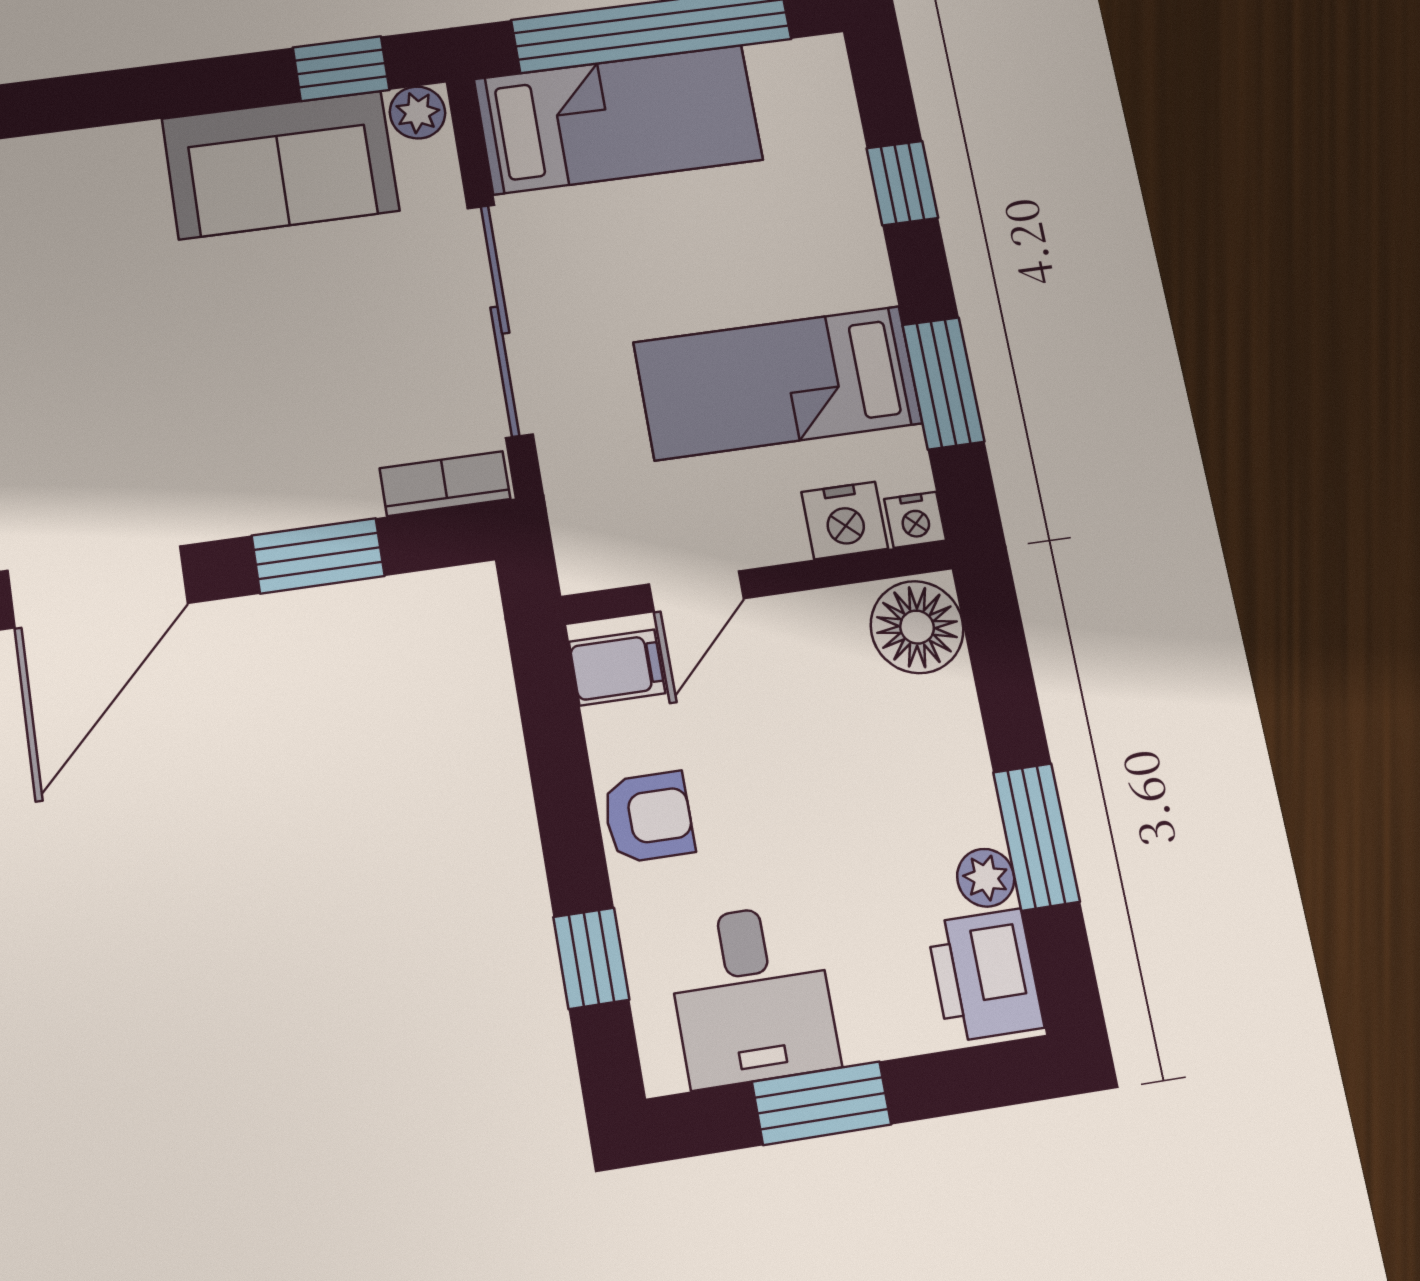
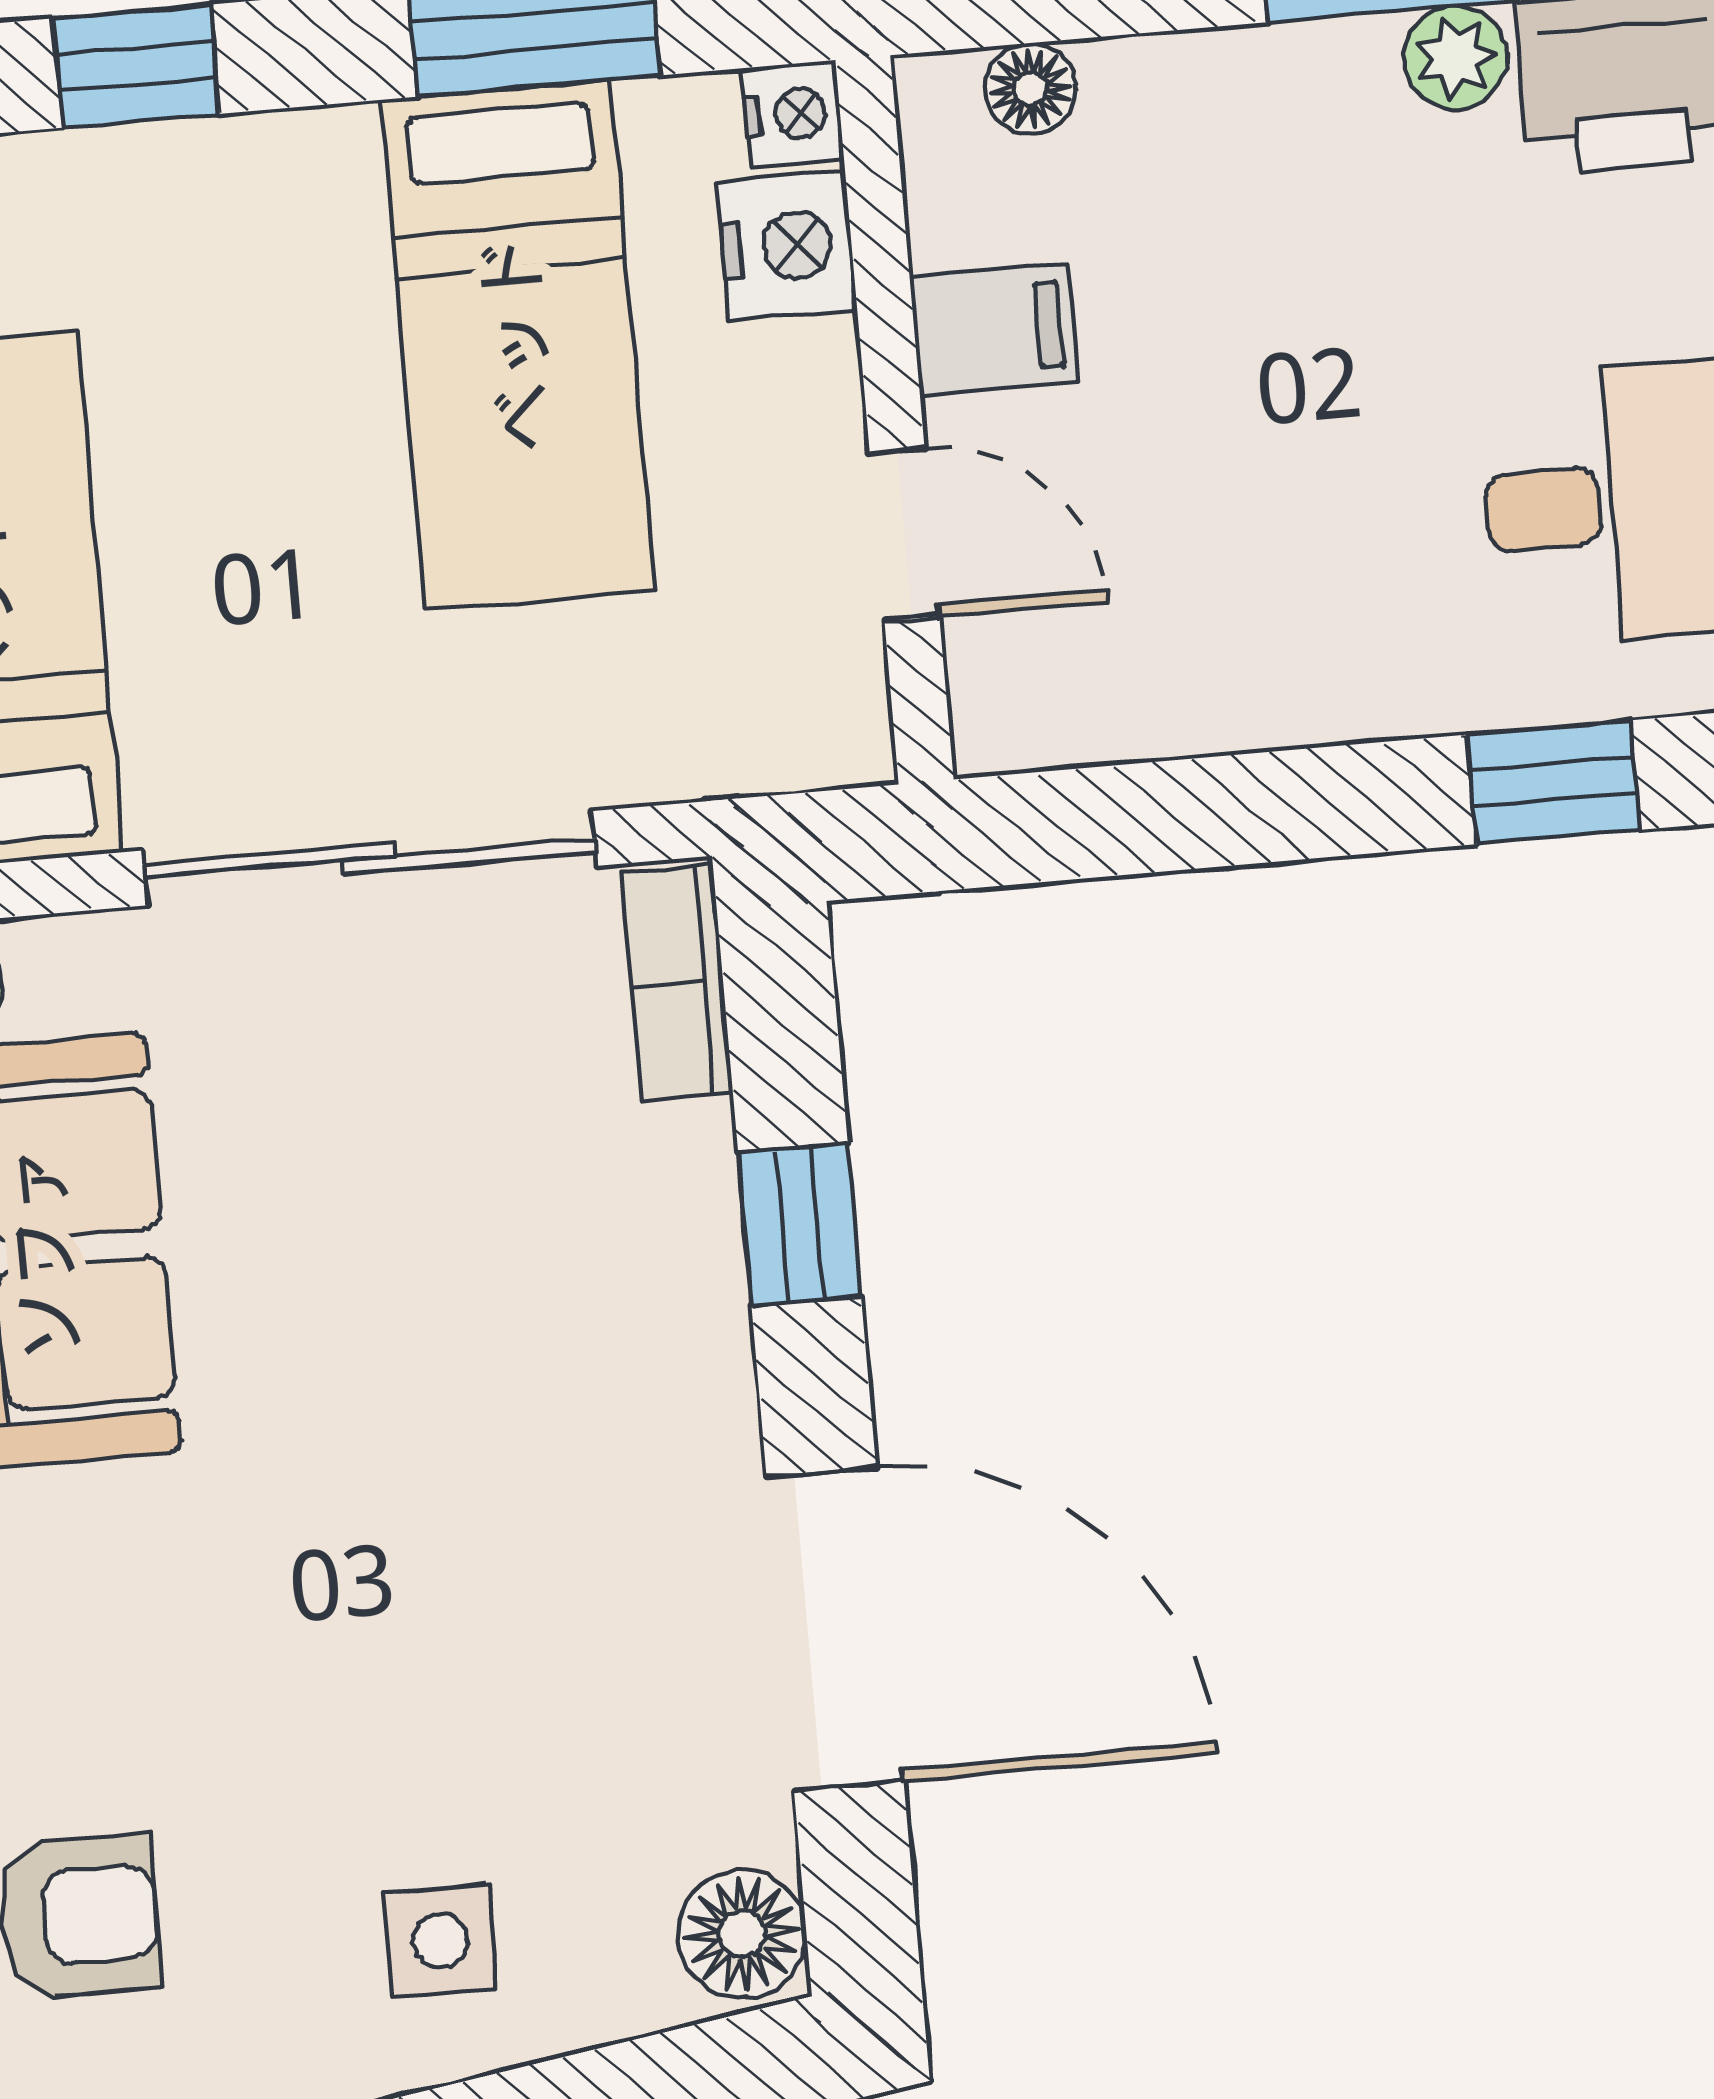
window: (318, 556) -> (800, 1225), width x0.67
floor lamp: (917, 627) -> (1030, 89), width x0.53, depth x0.53
filing cabinet: (617, 667) -> (994, 329), moved, turned 90
armchair: (648, 817) -> (1310, 659), removed

